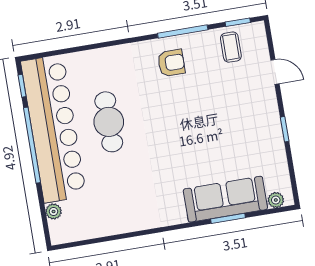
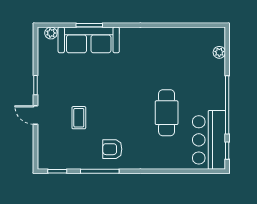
coffee table: (231, 47) -> (79, 118), moved
door: (275, 72) -> (35, 115), moved
bar counter: (54, 129) -> (209, 140), width x0.54

